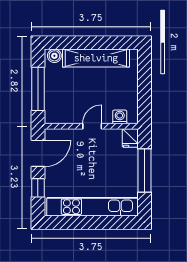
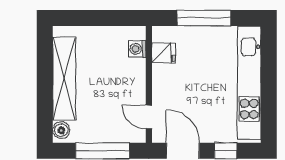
door: (92, 126) -> (149, 117), moved
fridge: (130, 138) -> (164, 53), moved

